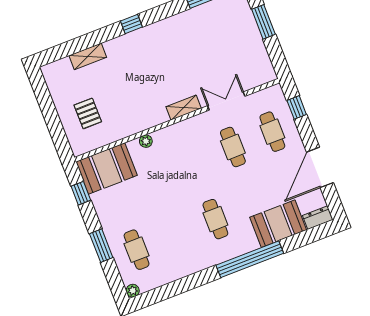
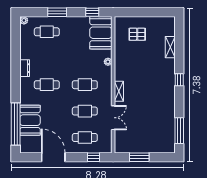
window: (263, 22) -> (139, 157), moved
cafe table: (193, 162) -> (85, 85), added
dresser: (318, 218) -> (25, 68), moved
window: (250, 259) -> (16, 124), moved

